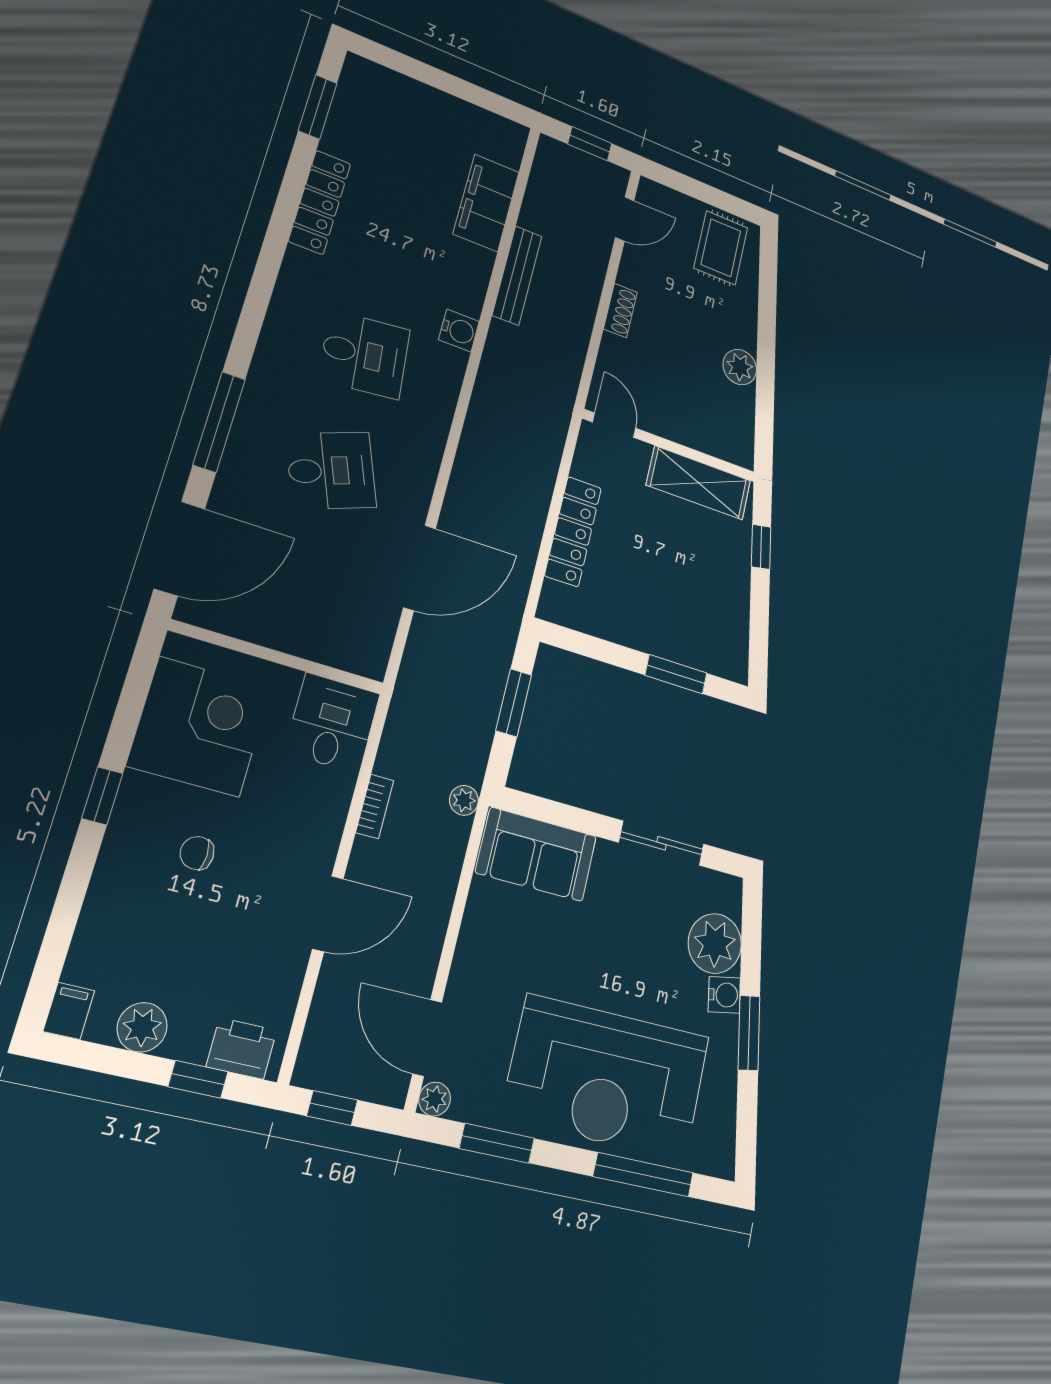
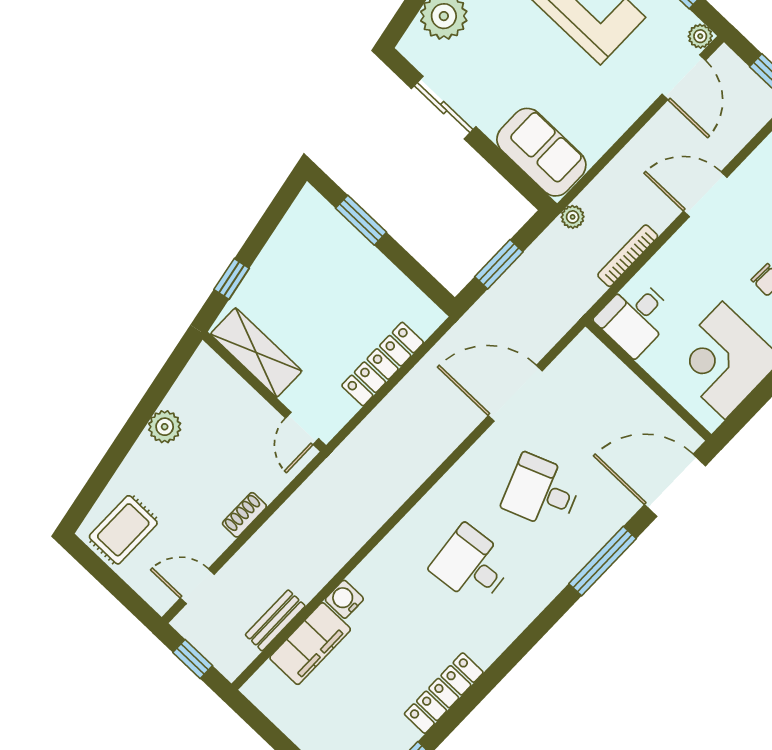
bench: (517, 276) -> (275, 620), moved, width x0.73
water cooler: (459, 331) -> (344, 599), moved
bookcase: (375, 806) -> (628, 256), width x1.56

